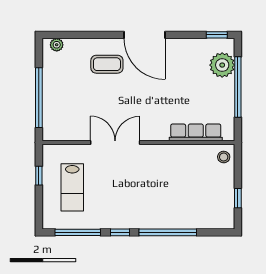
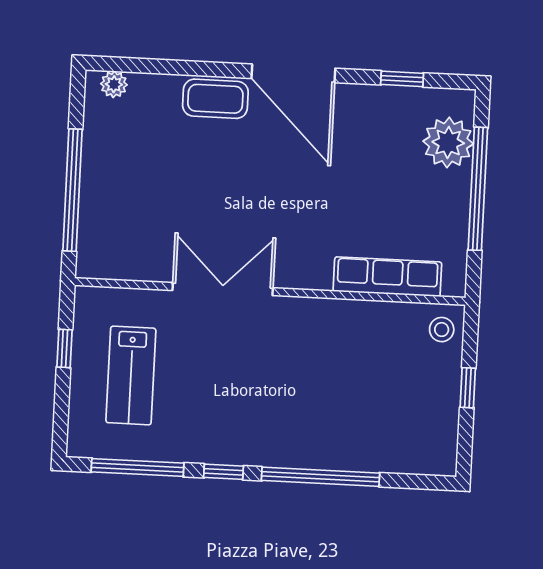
window: (217, 35) -> (402, 79), moved
coffee table: (107, 64) -> (215, 99), moved
window: (238, 198) -> (468, 388), moved

